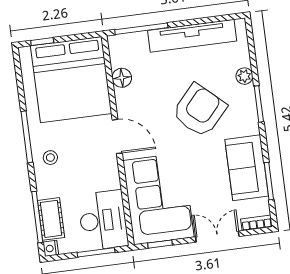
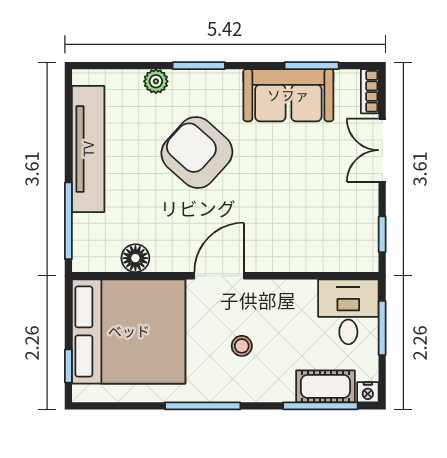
stool: (50, 158) -> (242, 346), moved
corner sofa: (158, 199) -> (317, 228), removed
desk: (103, 220) -> (348, 312), width x0.73

